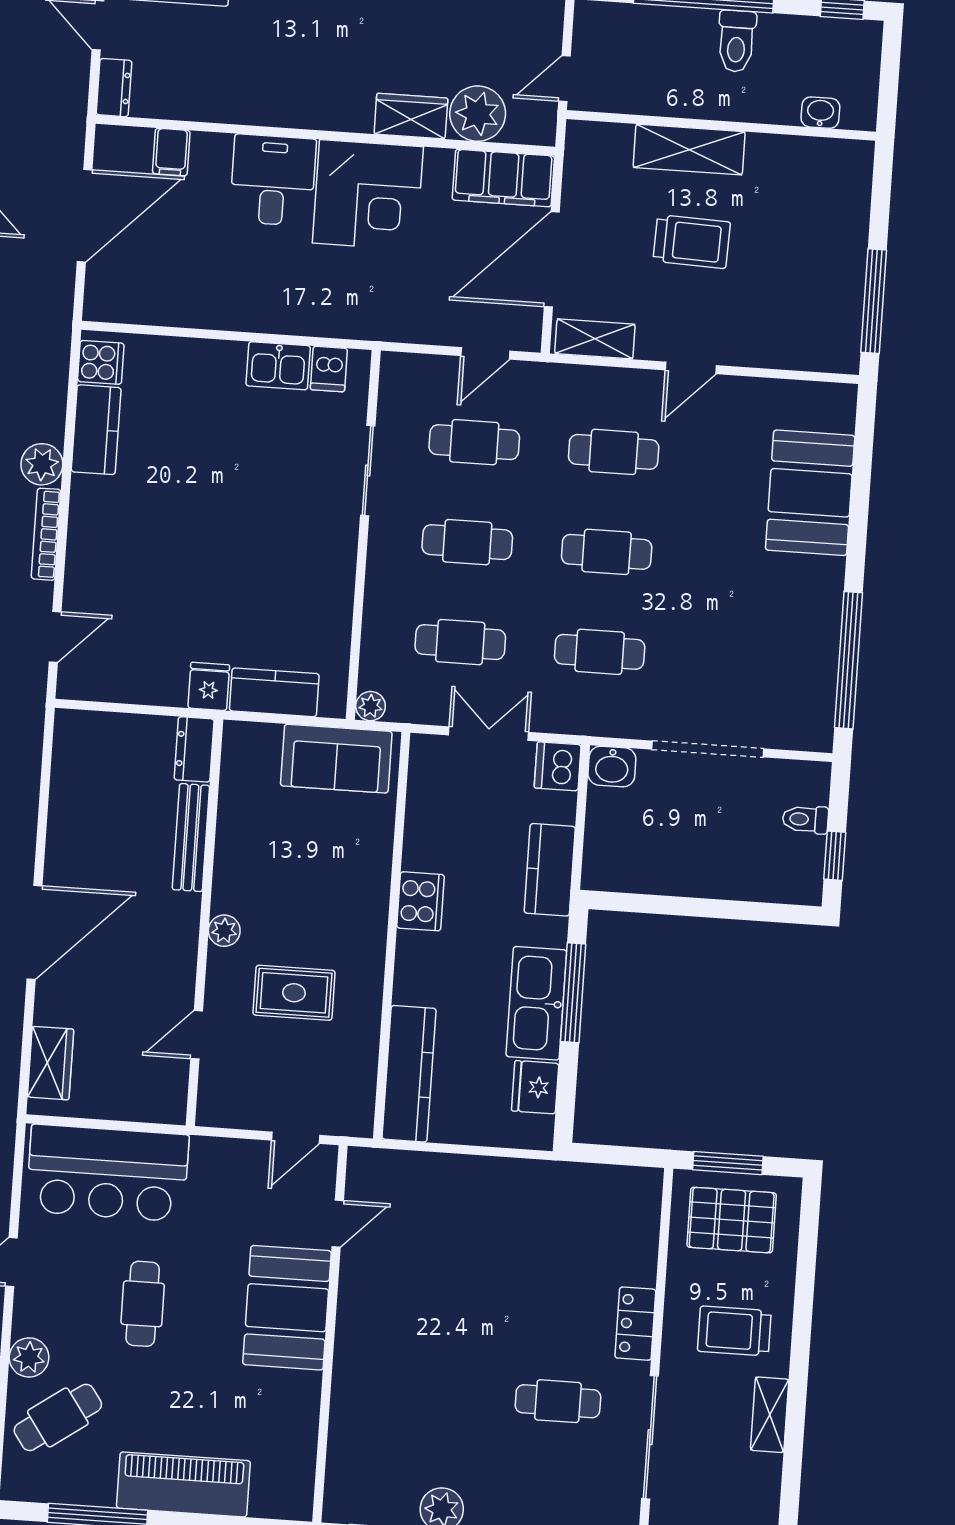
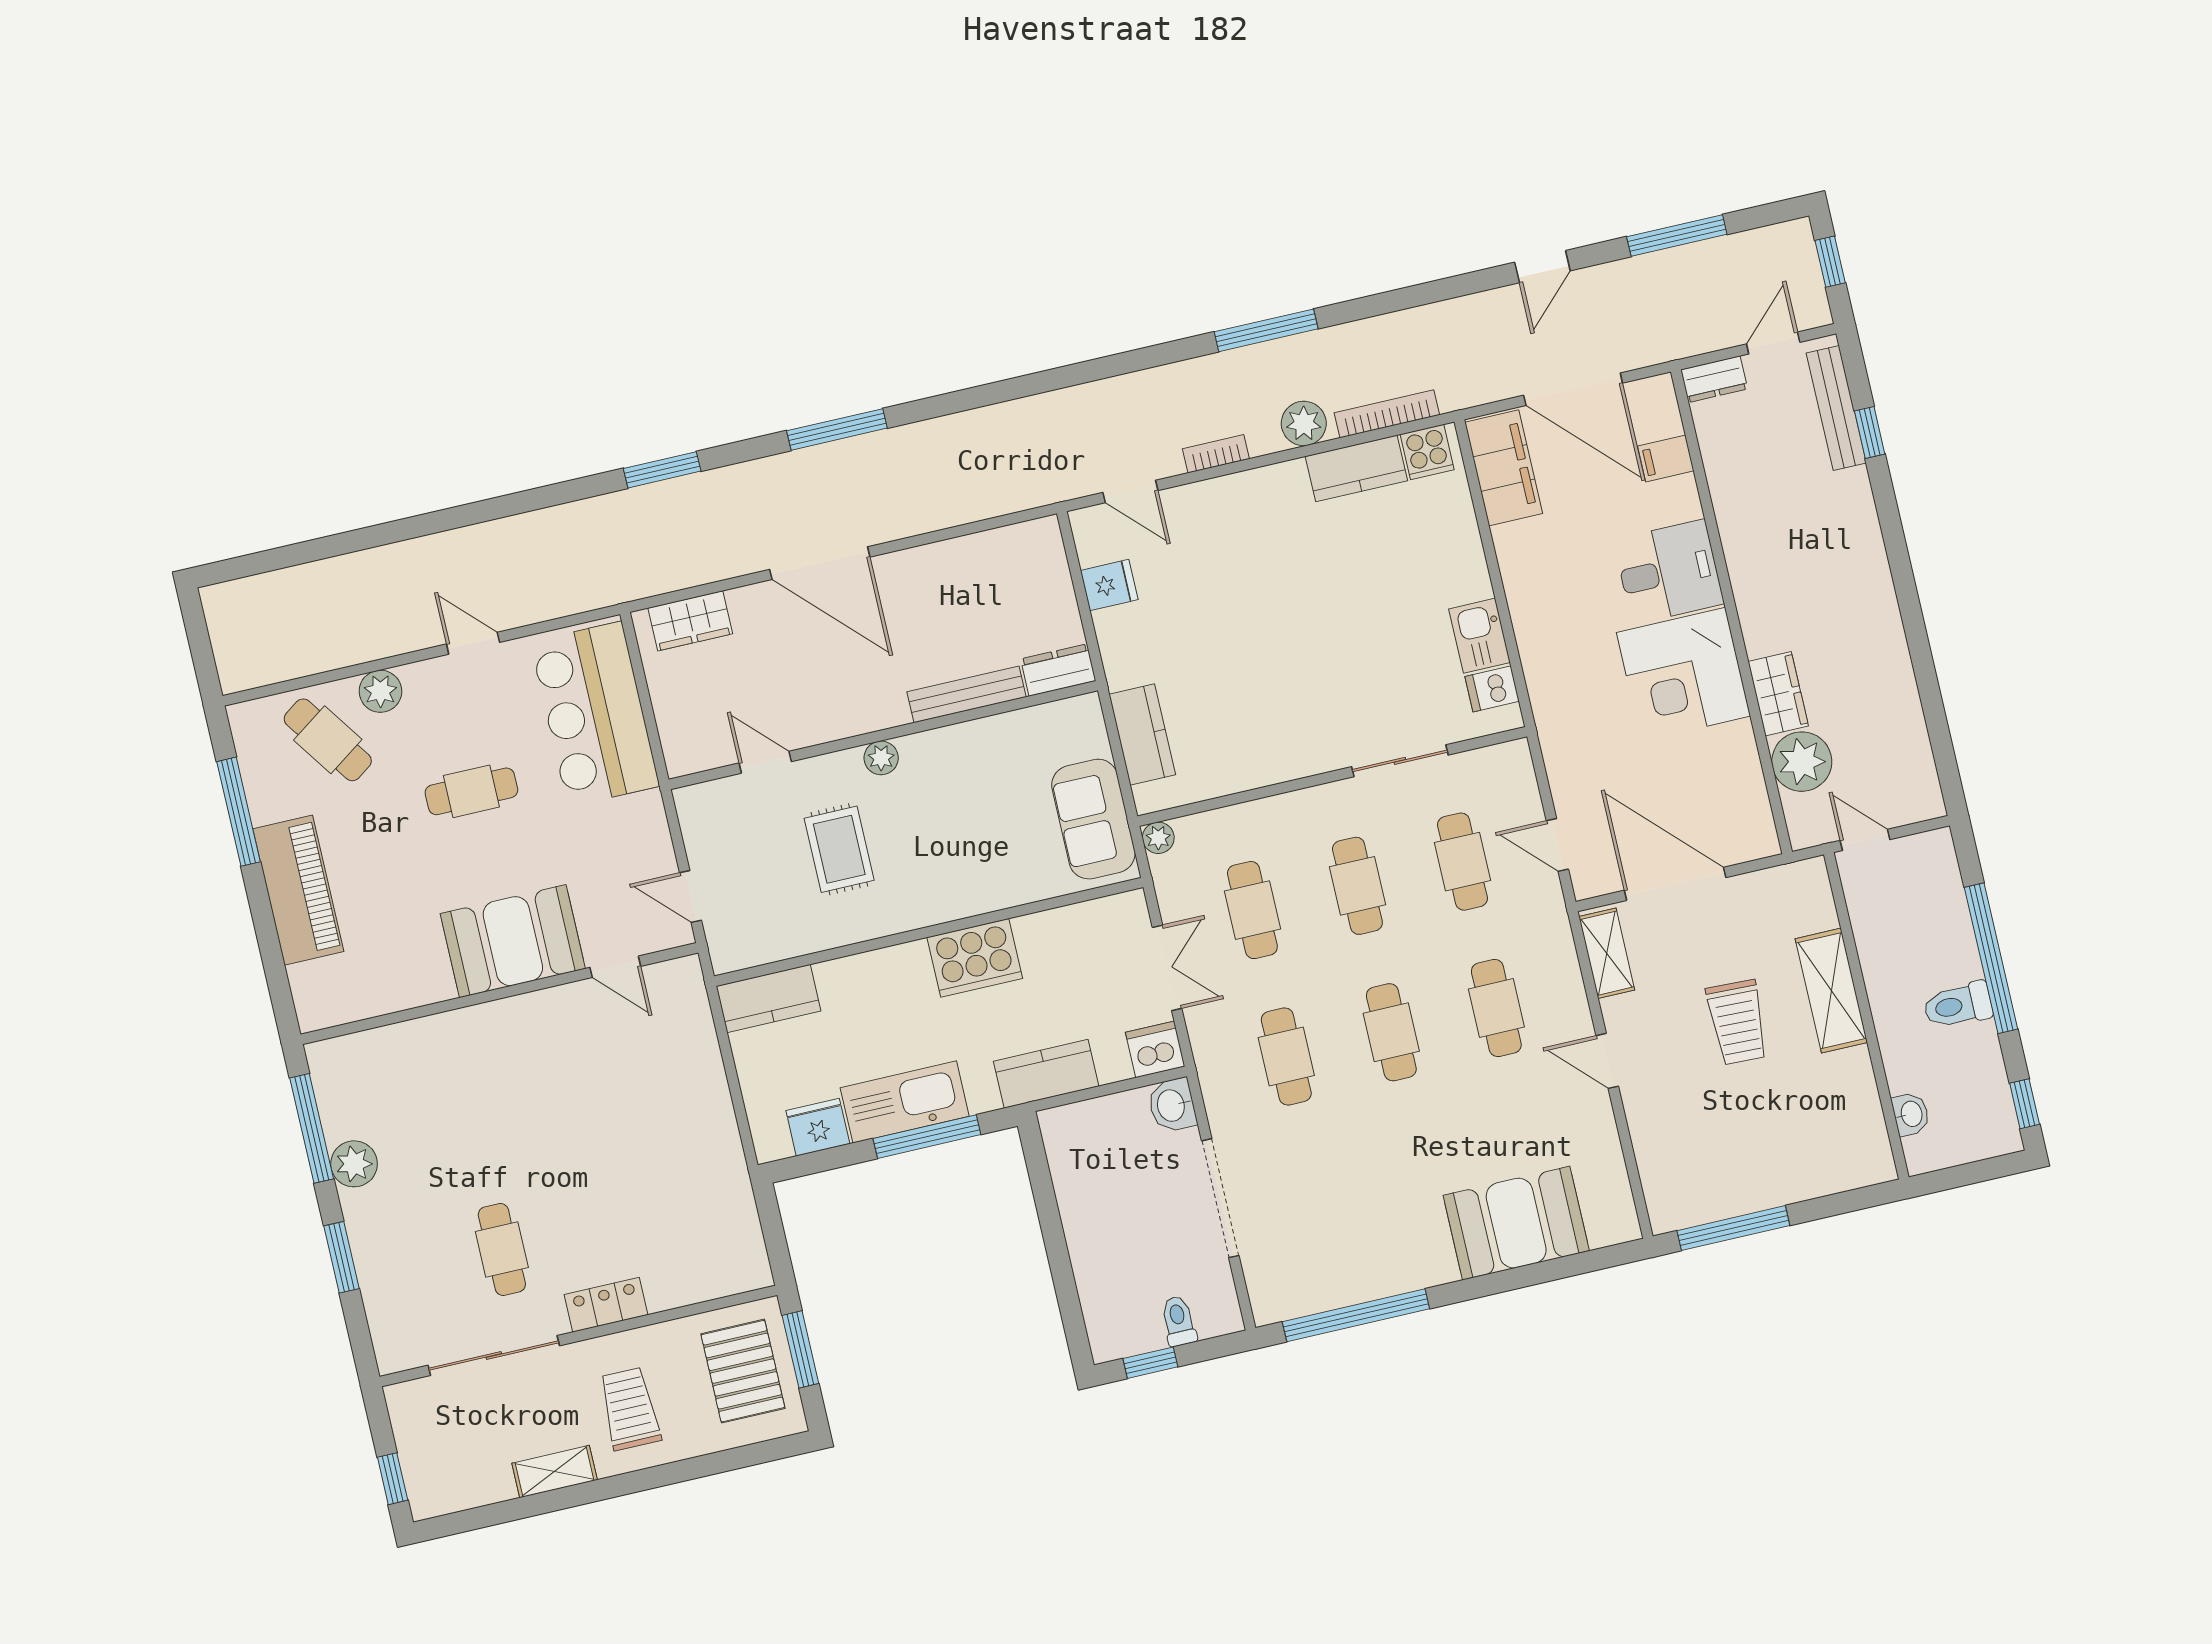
filing cabinet: (503, 178) -> (1504, 468), moved, turned 180
bookcase: (56, 388) -> (1387, 414), added
bookcase: (46, 534) -> (1216, 454), width x0.64
fridge: (209, 686) -> (1109, 585), moved
cooker: (421, 901) -> (975, 958), width x1.37, depth x1.31
kitchen counter: (409, 1074) -> (769, 998), width x0.67

